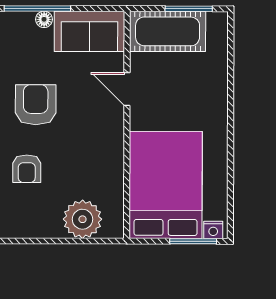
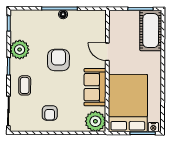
sofa: (89, 31) -> (95, 87), moved, turned 90
cot: (168, 31) -> (151, 30), moved, turned 90
armchair: (27, 169) -> (50, 113), moved
plant: (82, 219) -> (95, 121), moved

